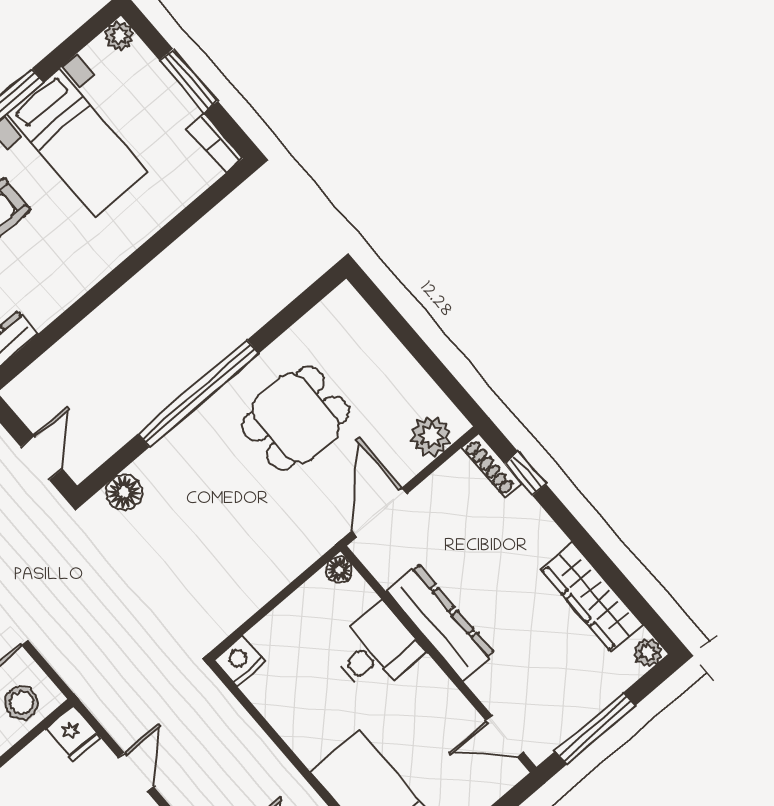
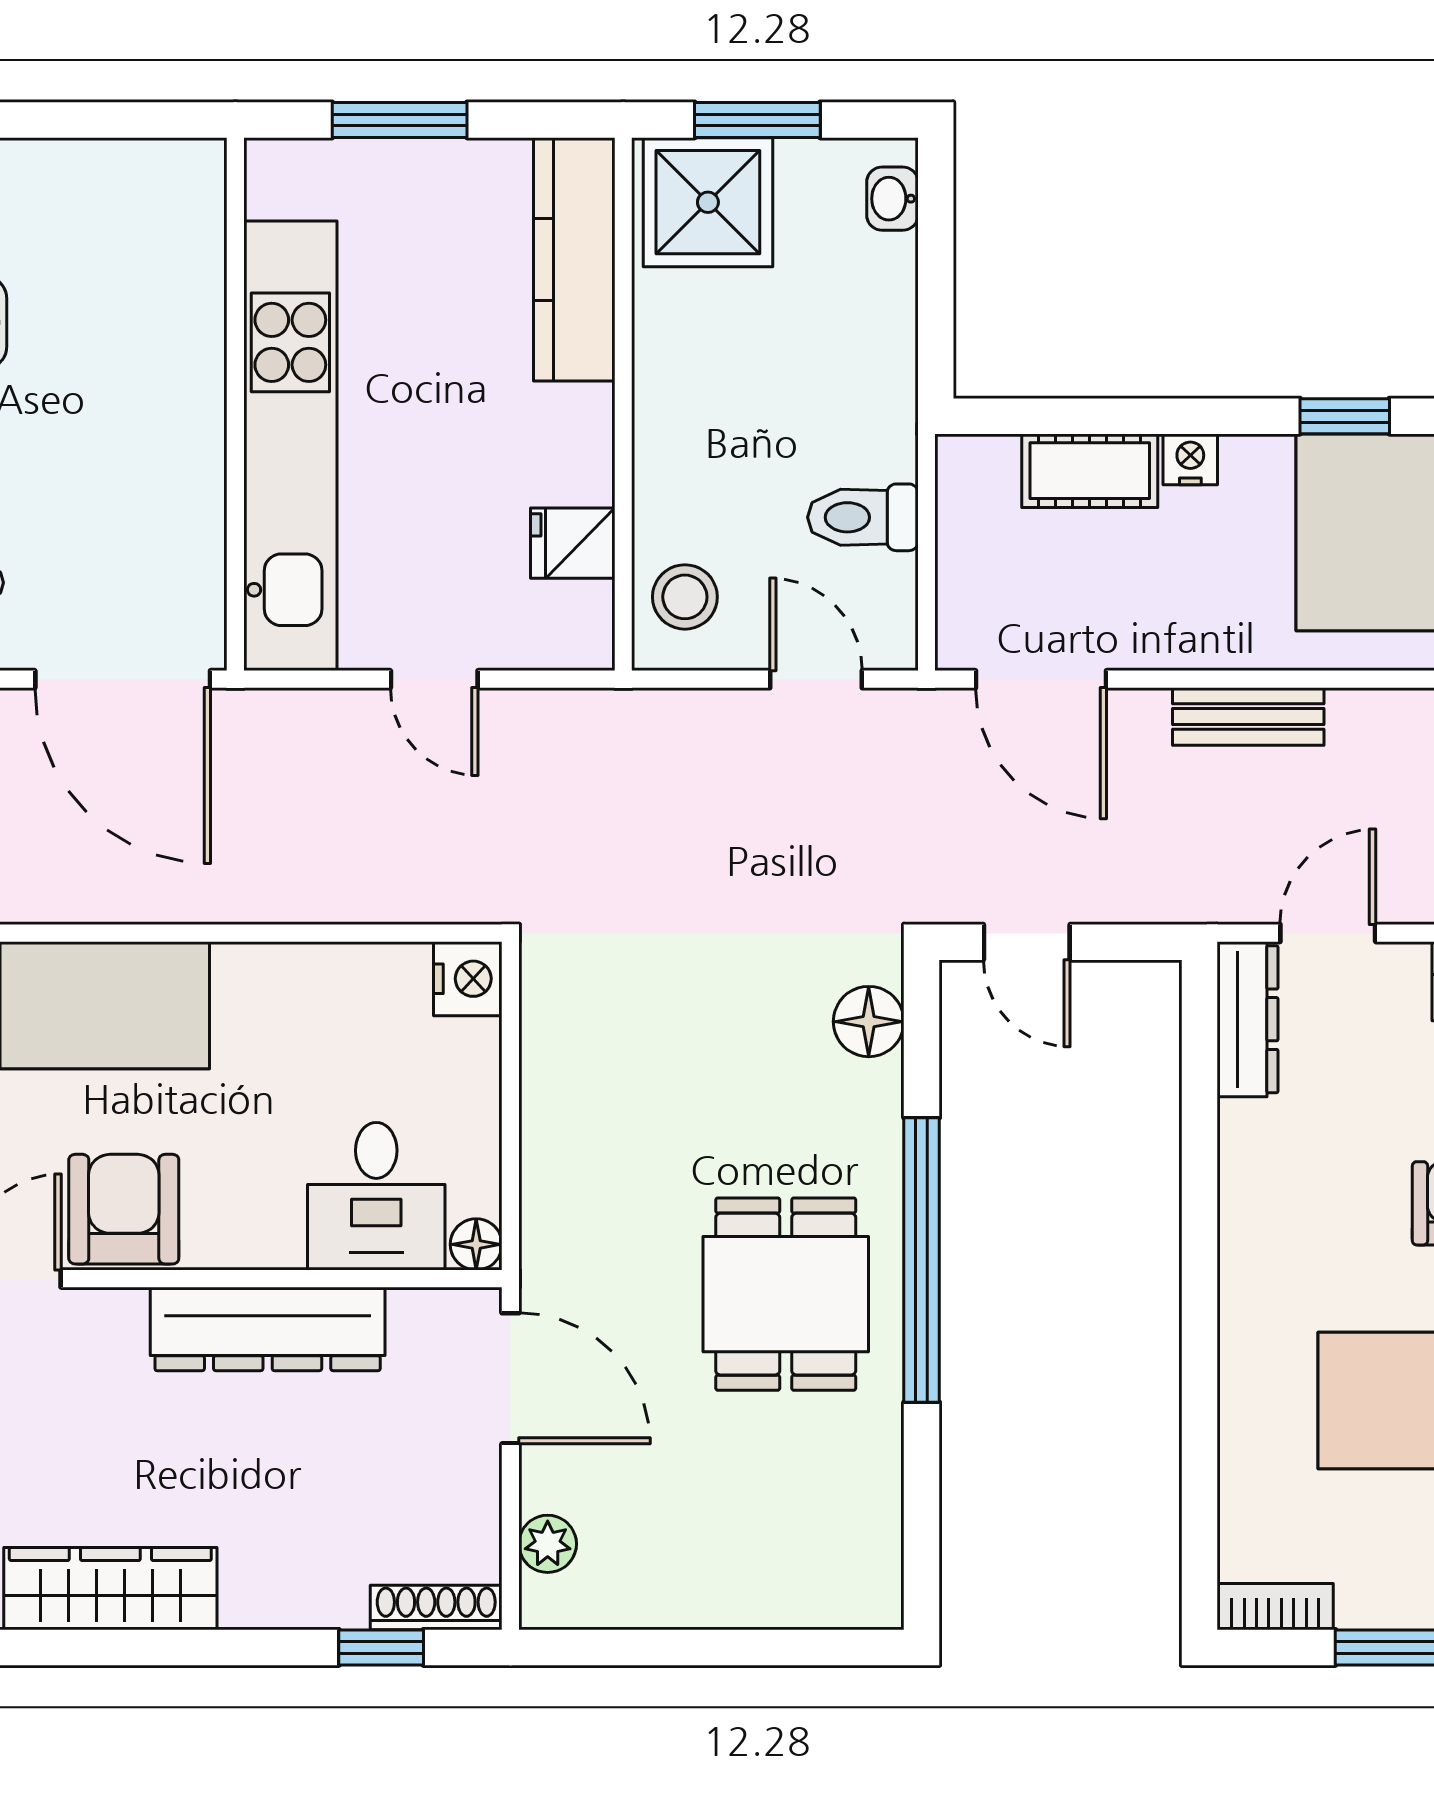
dining table: (296, 418) -> (786, 1294), moved
plant: (431, 436) -> (548, 1544), width x0.73, depth x0.73
desk: (376, 650) -> (376, 1196), moved
armchair: (442, 717) -> (124, 1209), added
fridge: (73, 733) -> (573, 543), moved

